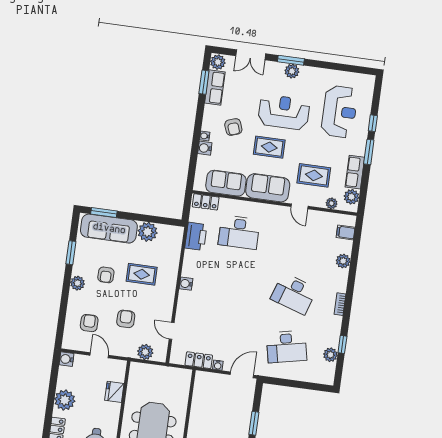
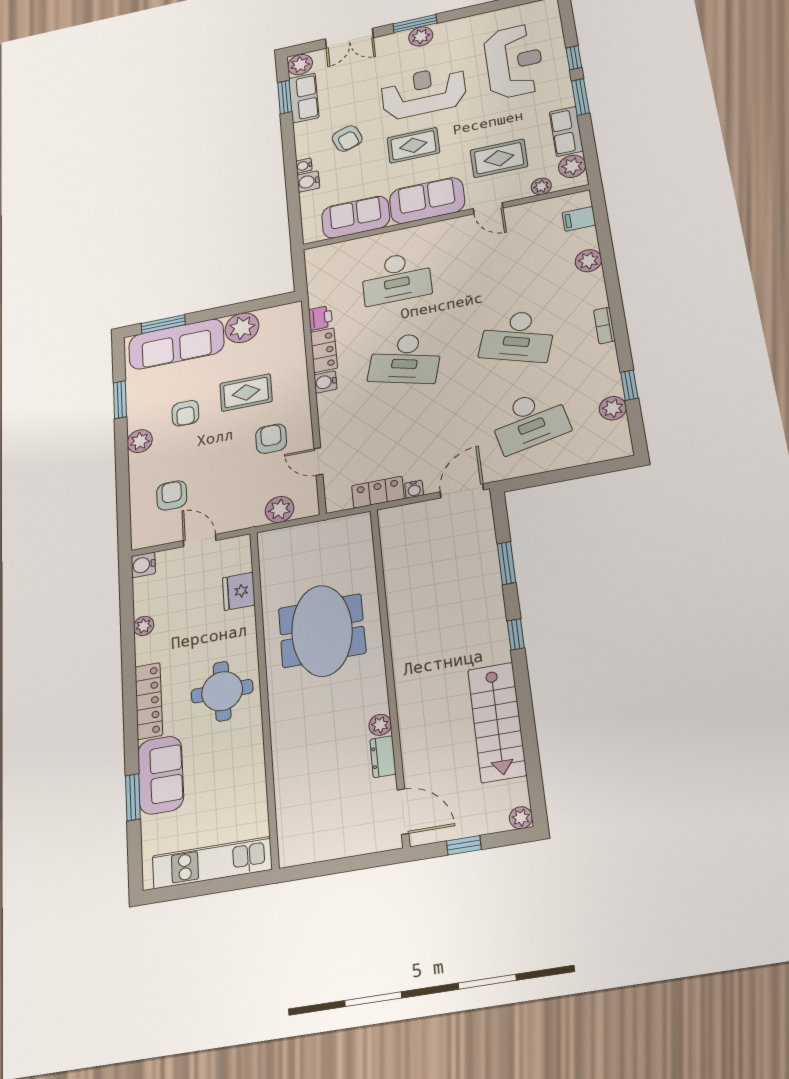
locker: (206, 202) -> (324, 350), moved, turned -90
printer: (196, 236) -> (320, 318), width x0.53, depth x0.68
desk: (232, 285) -> (405, 359), added
armchair: (126, 319) -> (271, 439), moved
plant: (65, 400) -> (144, 626), width x0.53, depth x0.53

